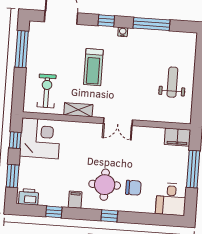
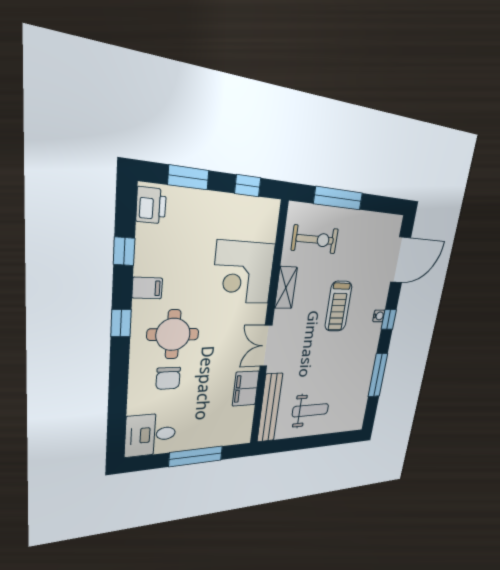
water cooler: (123, 32) -> (379, 316), moved
window: (22, 49) -> (338, 198), moved
treadmill: (93, 67) -> (338, 306), turned -90
bench: (165, 116) -> (270, 408), added
filing cabinet: (177, 137) -> (246, 389), moved
corner desk: (40, 138) -> (244, 273), moved, turned 90
window: (109, 216) -> (121, 323), moved

